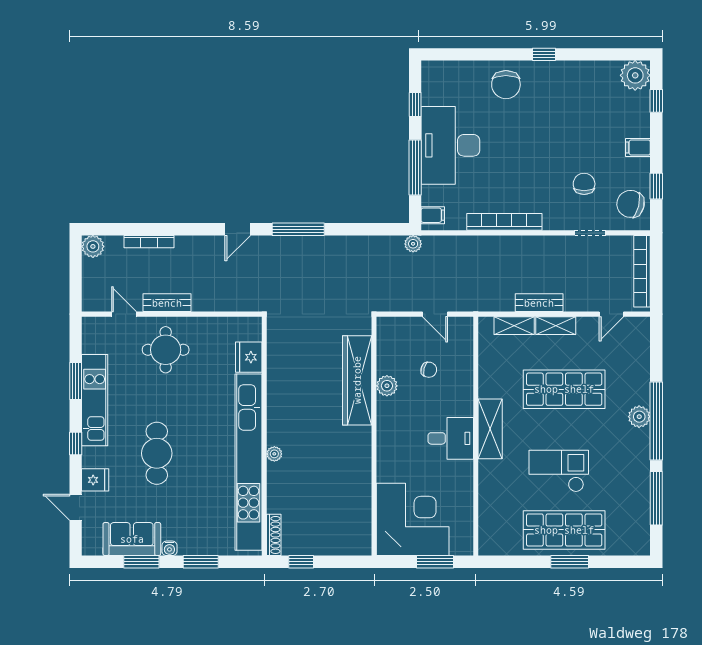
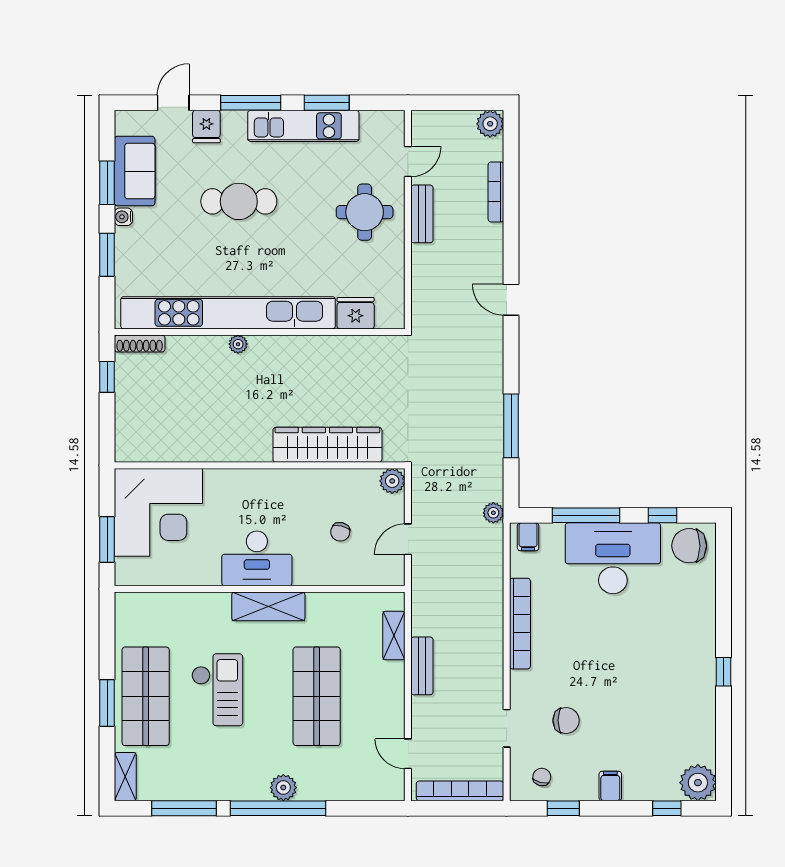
chair: (506, 85) -> (689, 546), moved
chair: (631, 204) -> (542, 777), width x0.54, depth x0.54
window: (298, 229) -> (511, 426), moved
shelving: (556, 326) -> (125, 777), moved
plant: (387, 386) -> (392, 481), moved
desk: (451, 438) -> (257, 558), width x1.37
window: (76, 443) -> (251, 103), width x2.17

